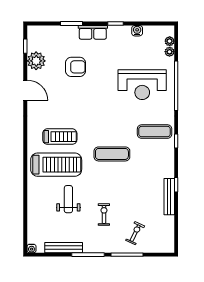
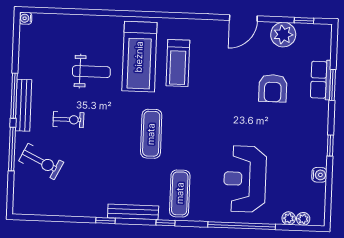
row of seats: (93, 32) -> (321, 80), moved
bench: (169, 197) -> (133, 212), moved
exercise bike: (135, 233) -> (41, 161), width x1.38, depth x1.39
bench: (64, 248) -> (23, 105), moved

